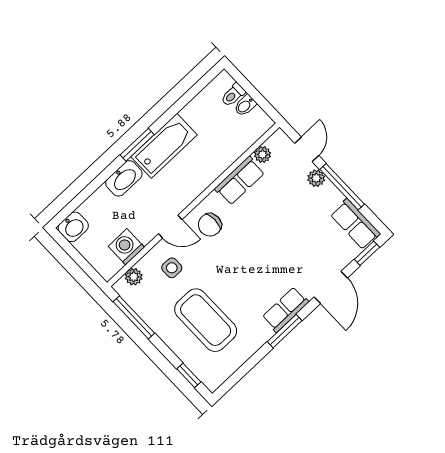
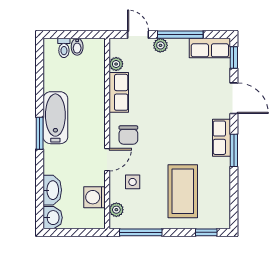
washbasin: (124, 178) -> (52, 190), moved
coffee table: (206, 320) -> (183, 191), turned 90

